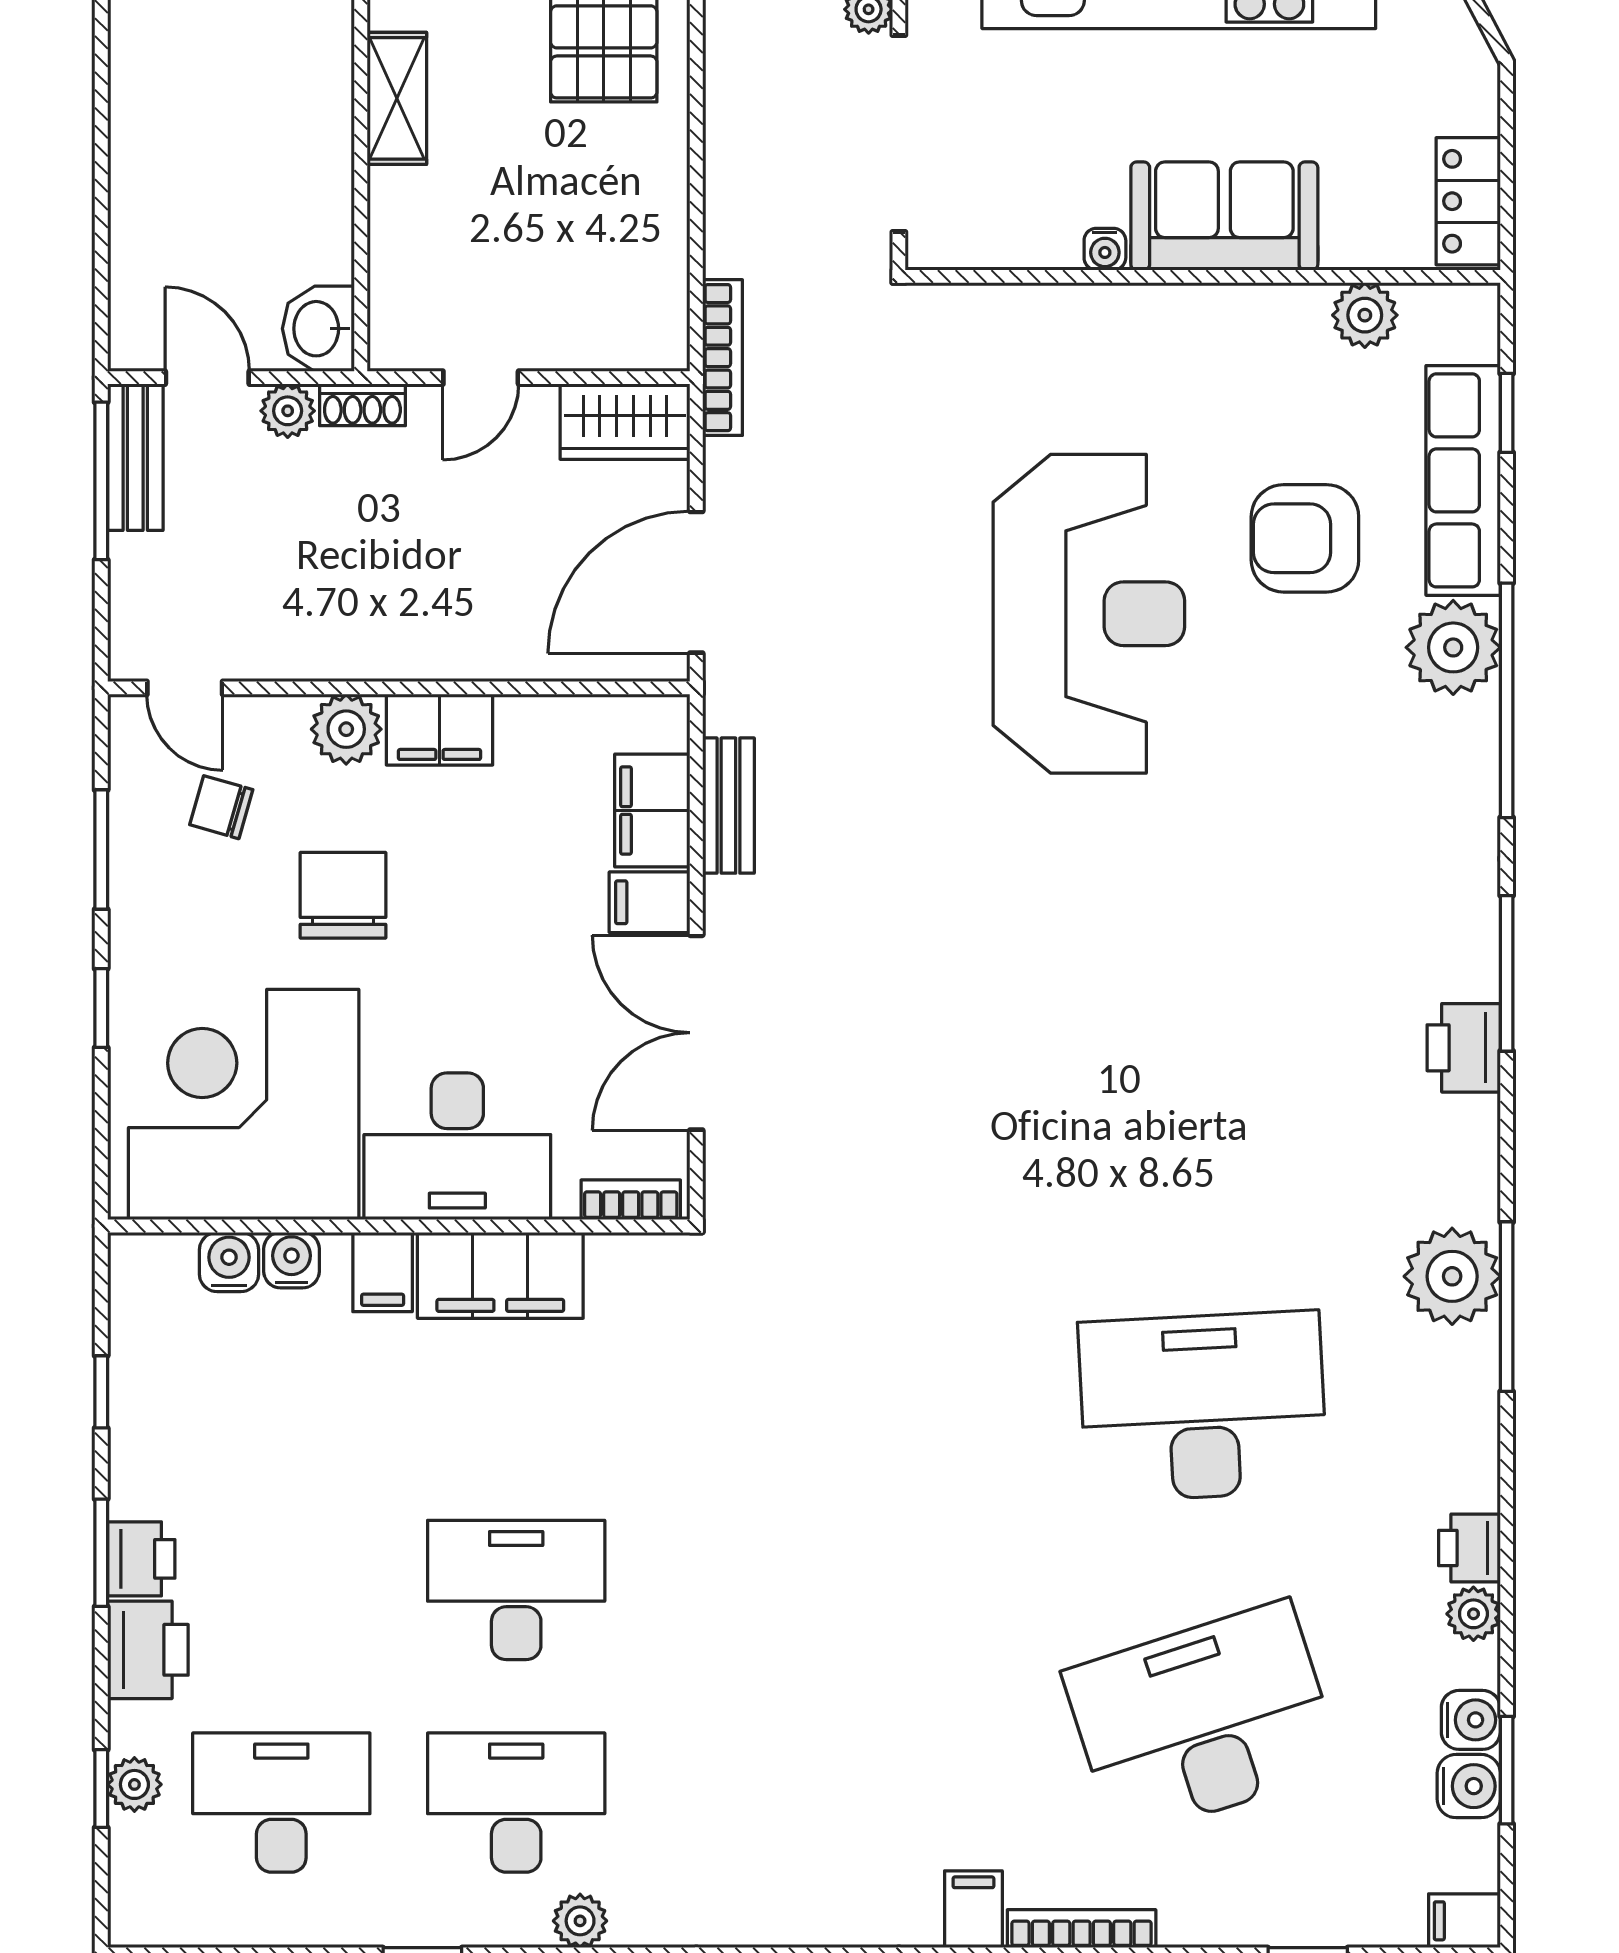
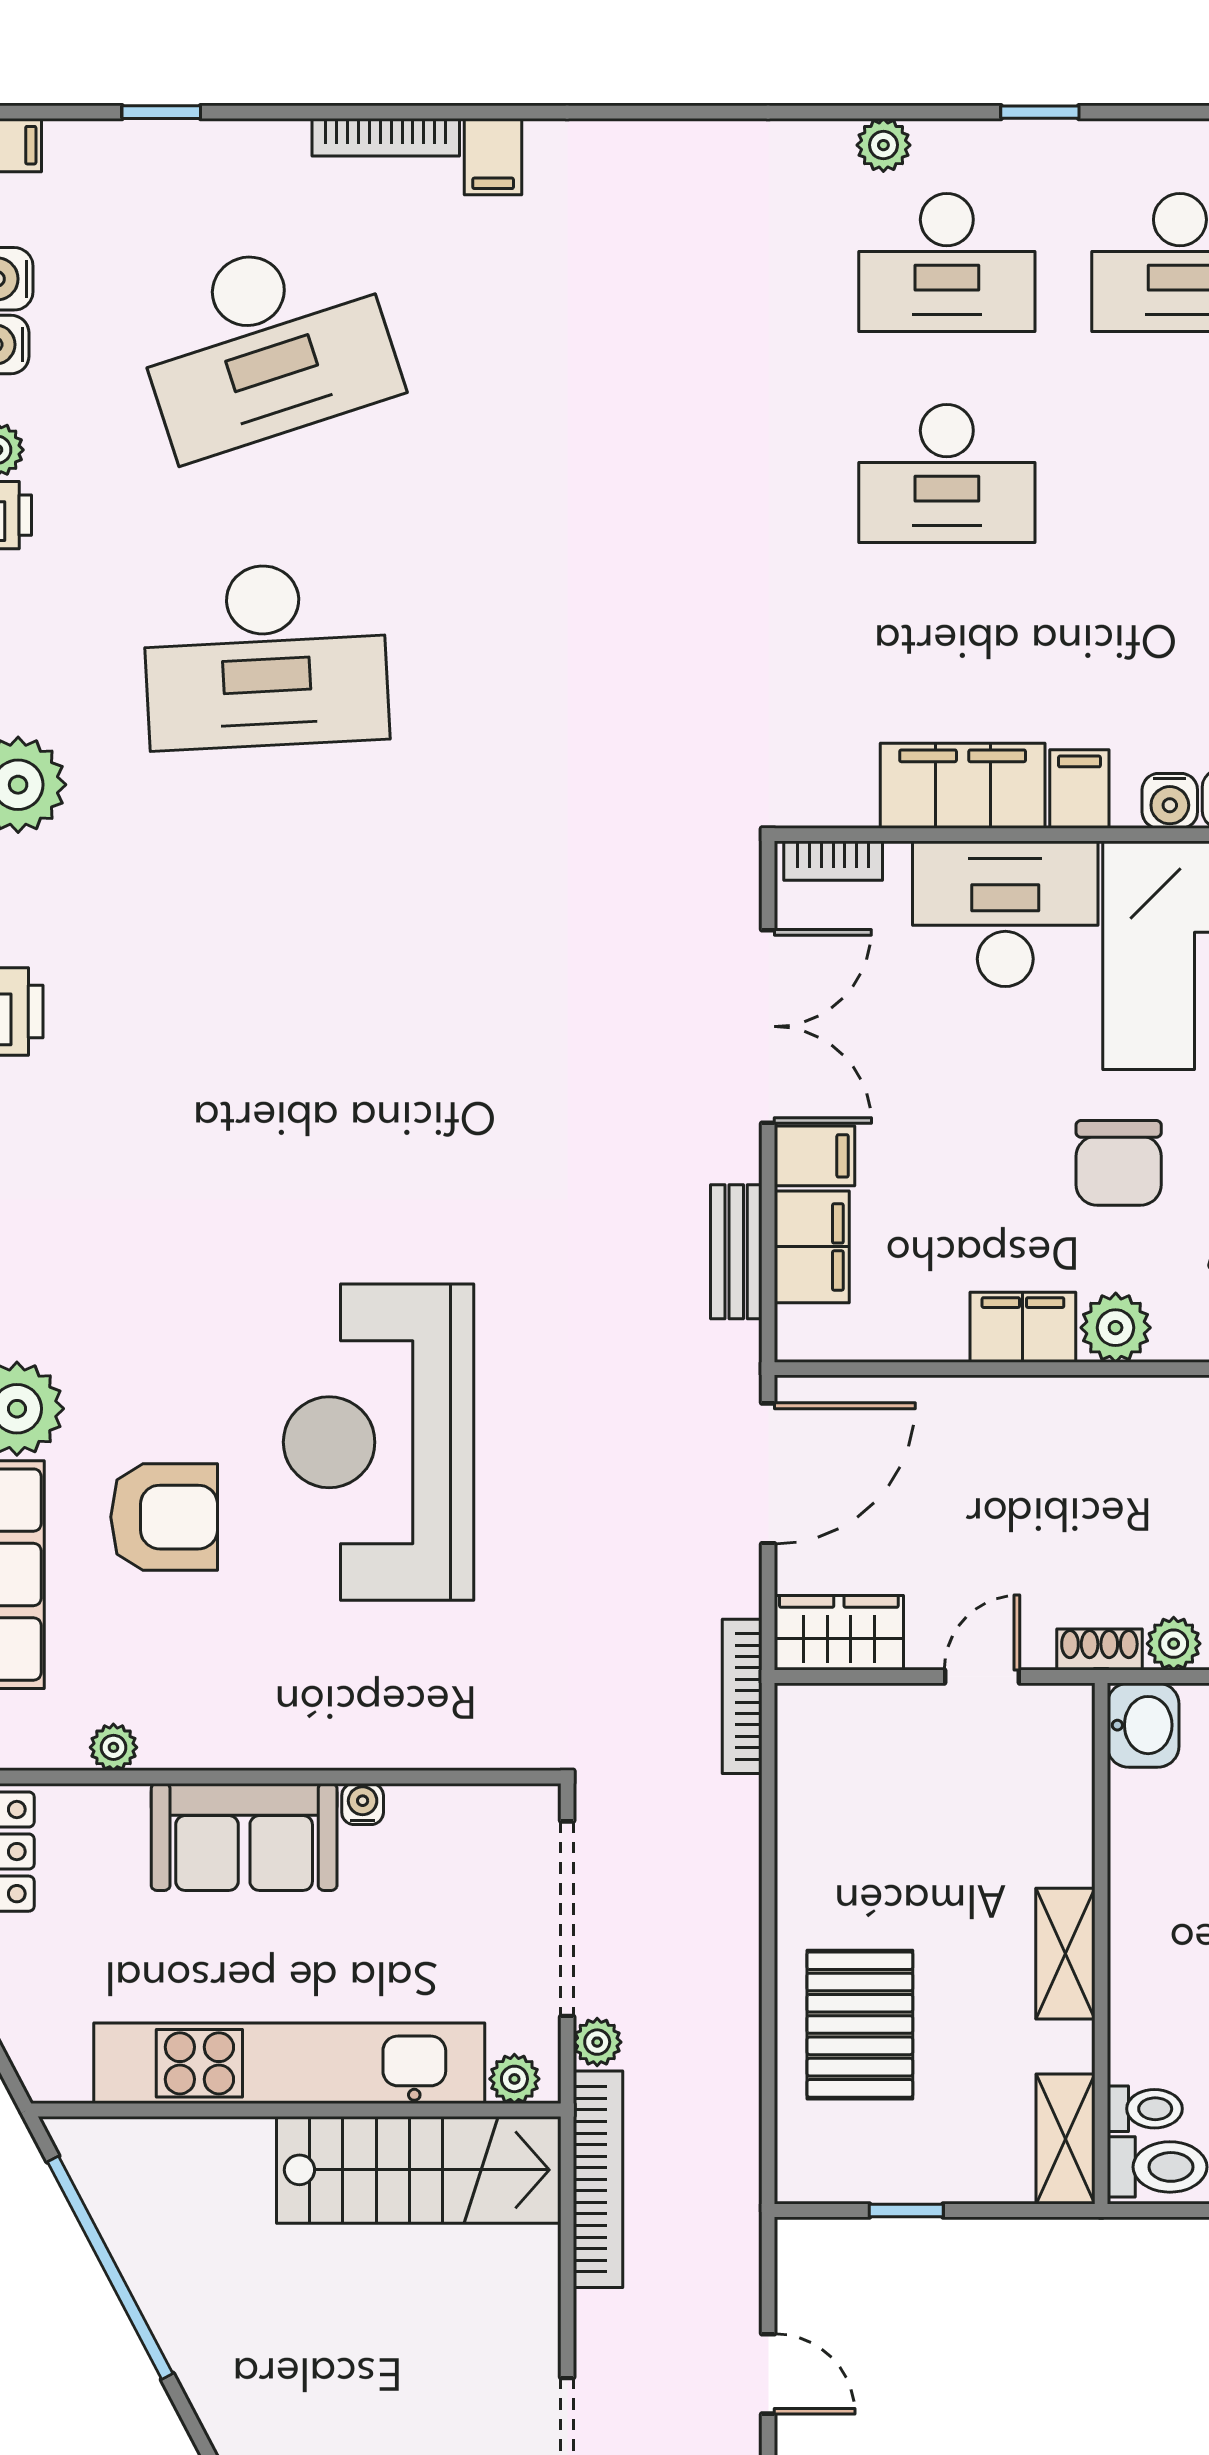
plant: (1365, 315) -> (113, 1747), width x0.73, depth x0.73

